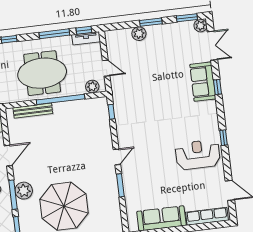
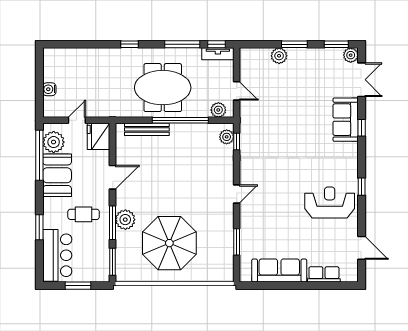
plant: (102, 109) -> (227, 137), added
window: (120, 185) -> (237, 242), moved
row of seats: (207, 216) -> (324, 274), width x0.68

